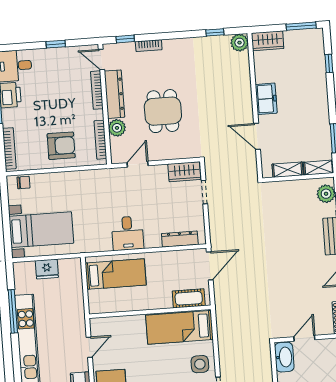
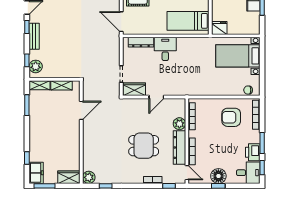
floor lamp: (56, 58) -> (218, 176), added
freezer: (266, 99) -> (36, 173), moved, turned 180
dining table: (163, 111) -> (144, 146), moved, turned 90
door: (257, 136) -> (81, 110), hinge flipped
armchair: (61, 146) -> (231, 117), moved
door: (138, 164) -> (156, 97), moved
desk: (128, 233) -> (165, 49), moved
door: (210, 266) -> (121, 22), hinge flipped
fridge: (47, 269) -> (219, 28), moved

